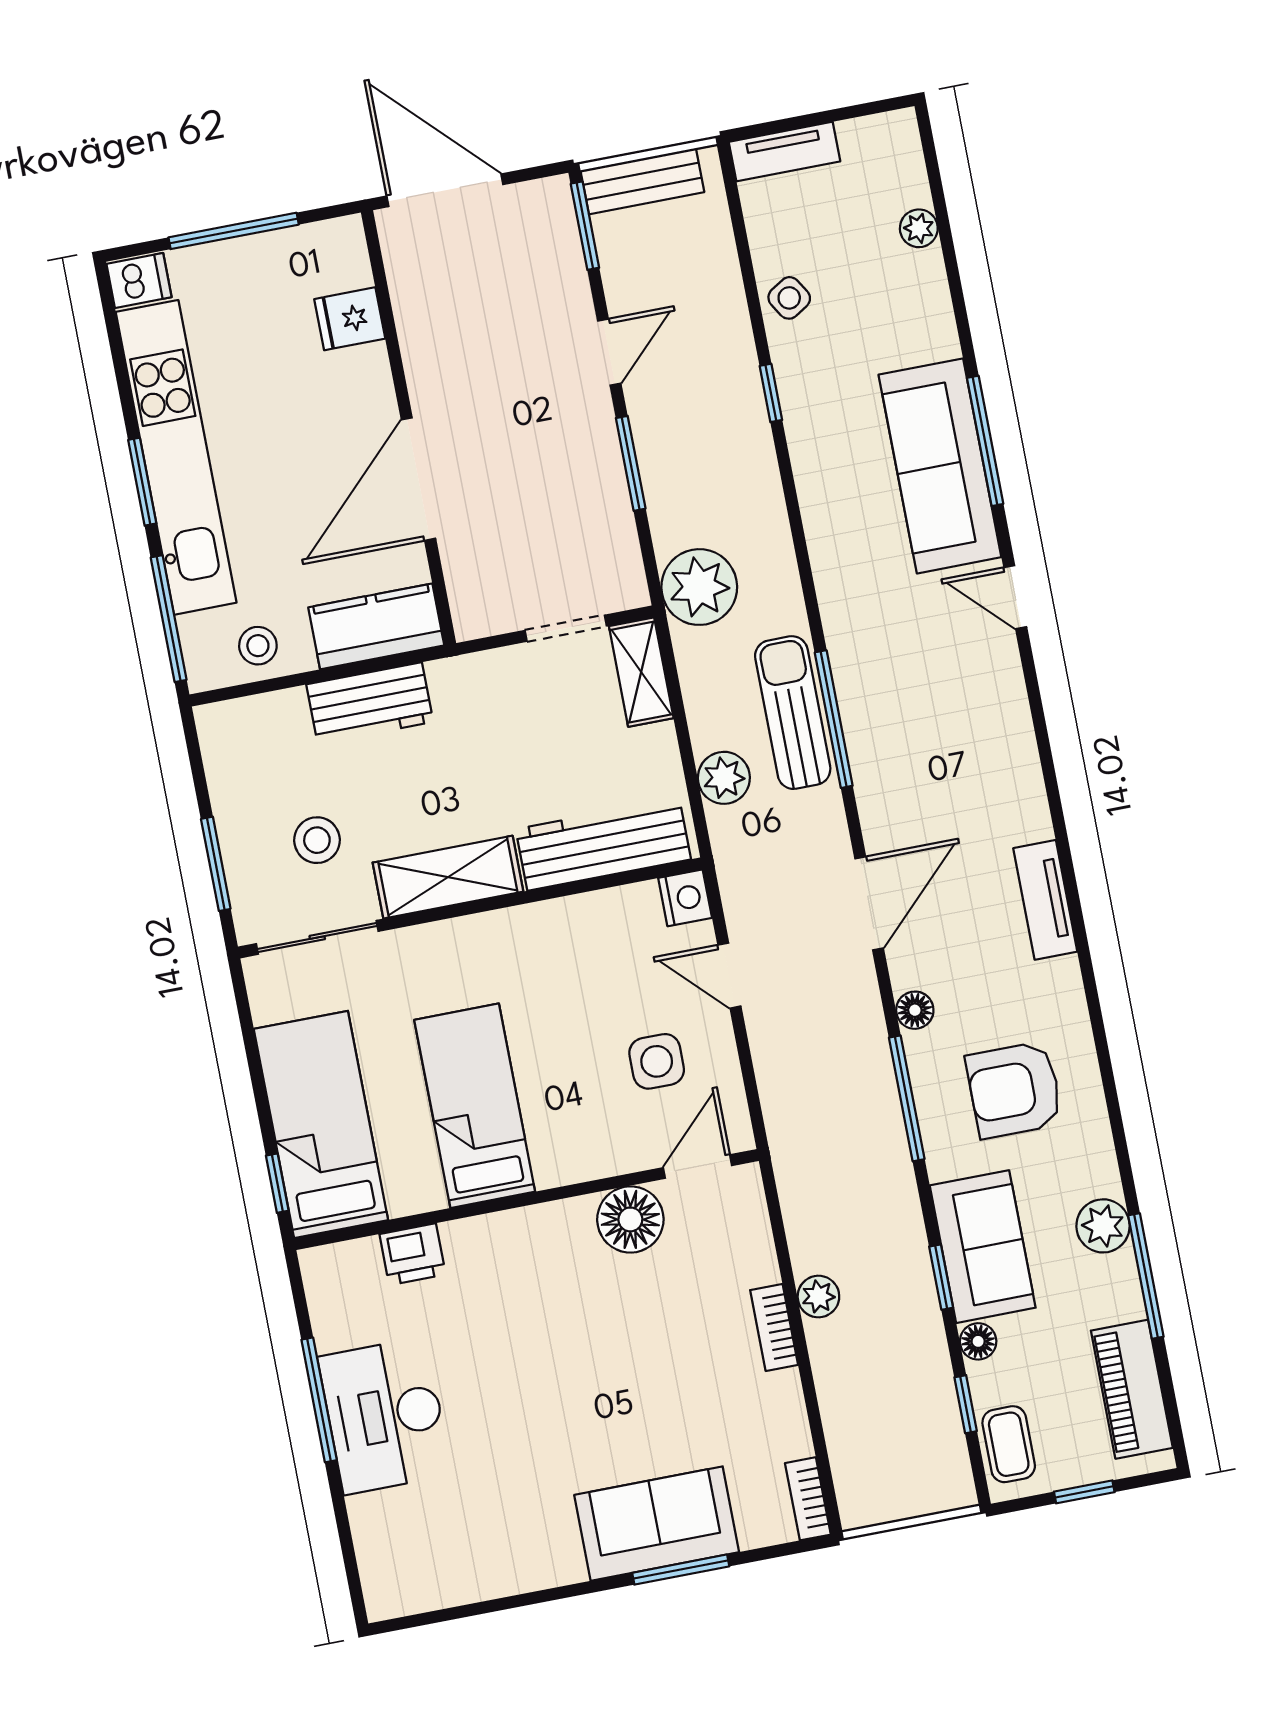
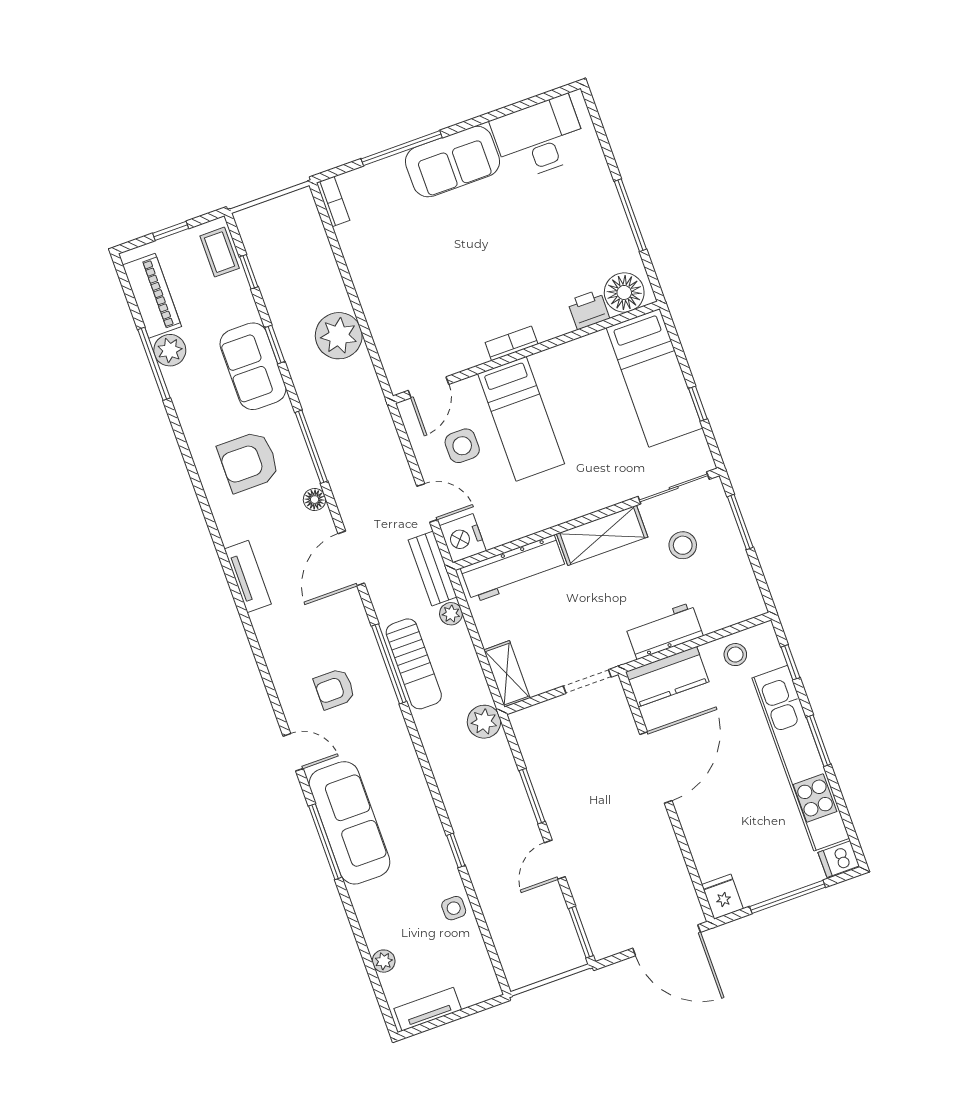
tv unit: (784, 152) -> (428, 1009), moved
bench: (642, 181) -> (433, 569), moved, turned 90
side table: (789, 298) -> (454, 908), turned 32
fridge: (350, 319) -> (722, 897), moved, turned -90
plant: (699, 587) -> (484, 722), width x0.73, depth x0.73
window: (169, 619) -> (790, 662), width x0.46
doorway: (566, 628) -> (587, 681), moved
armchair: (930, 692) -> (334, 689), added
plant: (724, 778) -> (451, 614), width x0.73, depth x0.73
nightstand: (685, 898) -> (463, 538), width x1.36, depth x1.33
armchair: (1014, 1090) -> (249, 462), turned 180
bed: (475, 1106) -> (521, 419), moved
window: (277, 1183) -> (698, 404), moved
floor lamp: (630, 1219) -> (624, 292), moved
plant: (1103, 1226) -> (170, 350), moved
plant: (818, 1297) -> (339, 336), width x1.88, depth x1.88
bookcase: (774, 1327) -> (512, 343), moved, turned -90
floor lamp: (978, 1341) -> (247, 310), removed
desk: (385, 1416) -> (539, 138), moved, turned -90
sofa: (657, 1524) -> (453, 161), moved
window: (681, 1570) -> (402, 148), width x1.44

